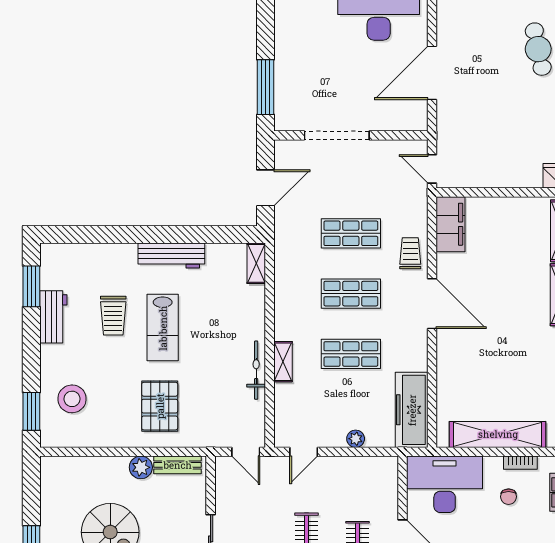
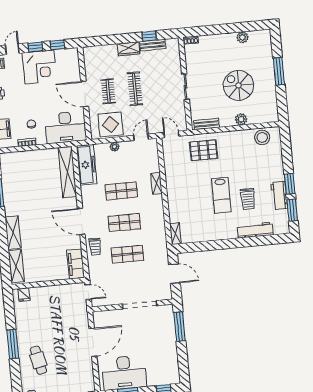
door: (265, 188) -> (174, 274), swing flipped
workbench: (171, 256) -> (255, 230), moved
trolley: (113, 316) -> (248, 199), turned 180
lab bench: (163, 328) -> (221, 195), turned 180
bicycle: (256, 370) -> (170, 178), removed
stool: (72, 399) -> (262, 137), moved
pallet: (160, 406) -> (204, 150), moved, turned 90
window: (31, 411) -> (290, 184), moved
shelving: (498, 434) -> (67, 172), moved, turned 90
plant: (141, 467) -> (241, 119), moved
display table: (359, 482) -> (111, 124), added

